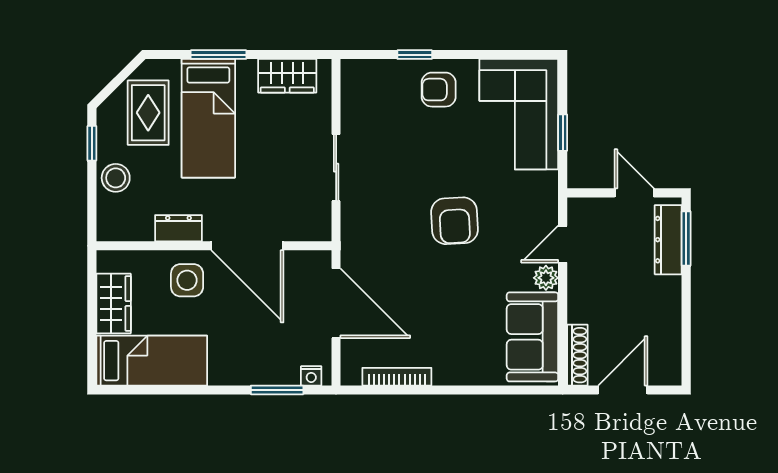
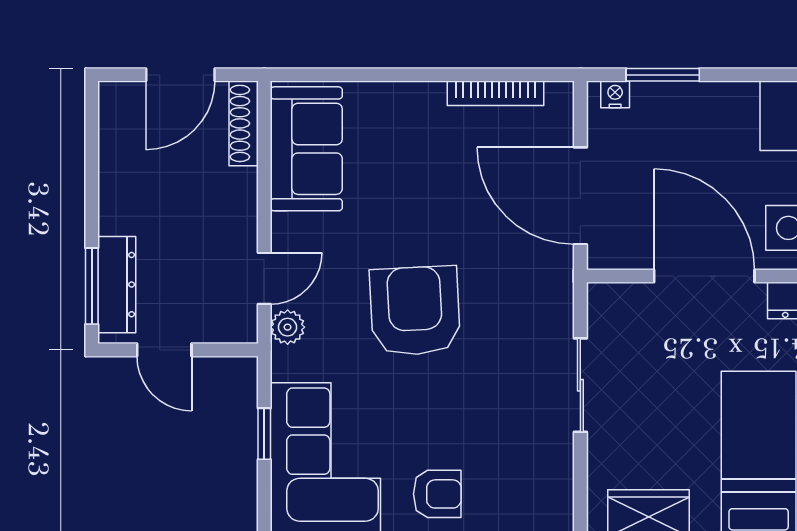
armchair: (455, 221) -> (415, 311), width x1.36, depth x1.36
plant: (546, 278) -> (288, 327), moved

